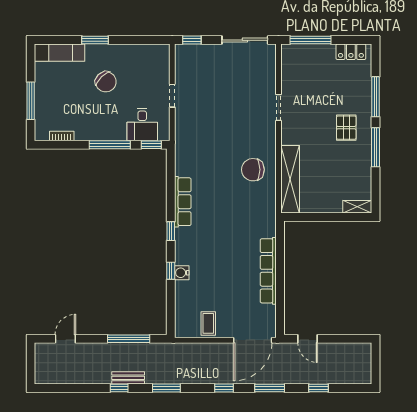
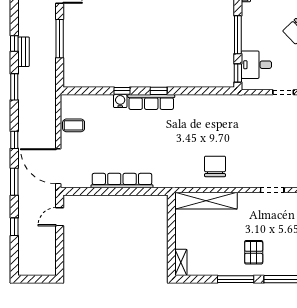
pallet: (346, 128) -> (254, 252), turned 90
row of seats: (183, 202) -> (151, 102), moved
window: (129, 339) -> (60, 39), moved

